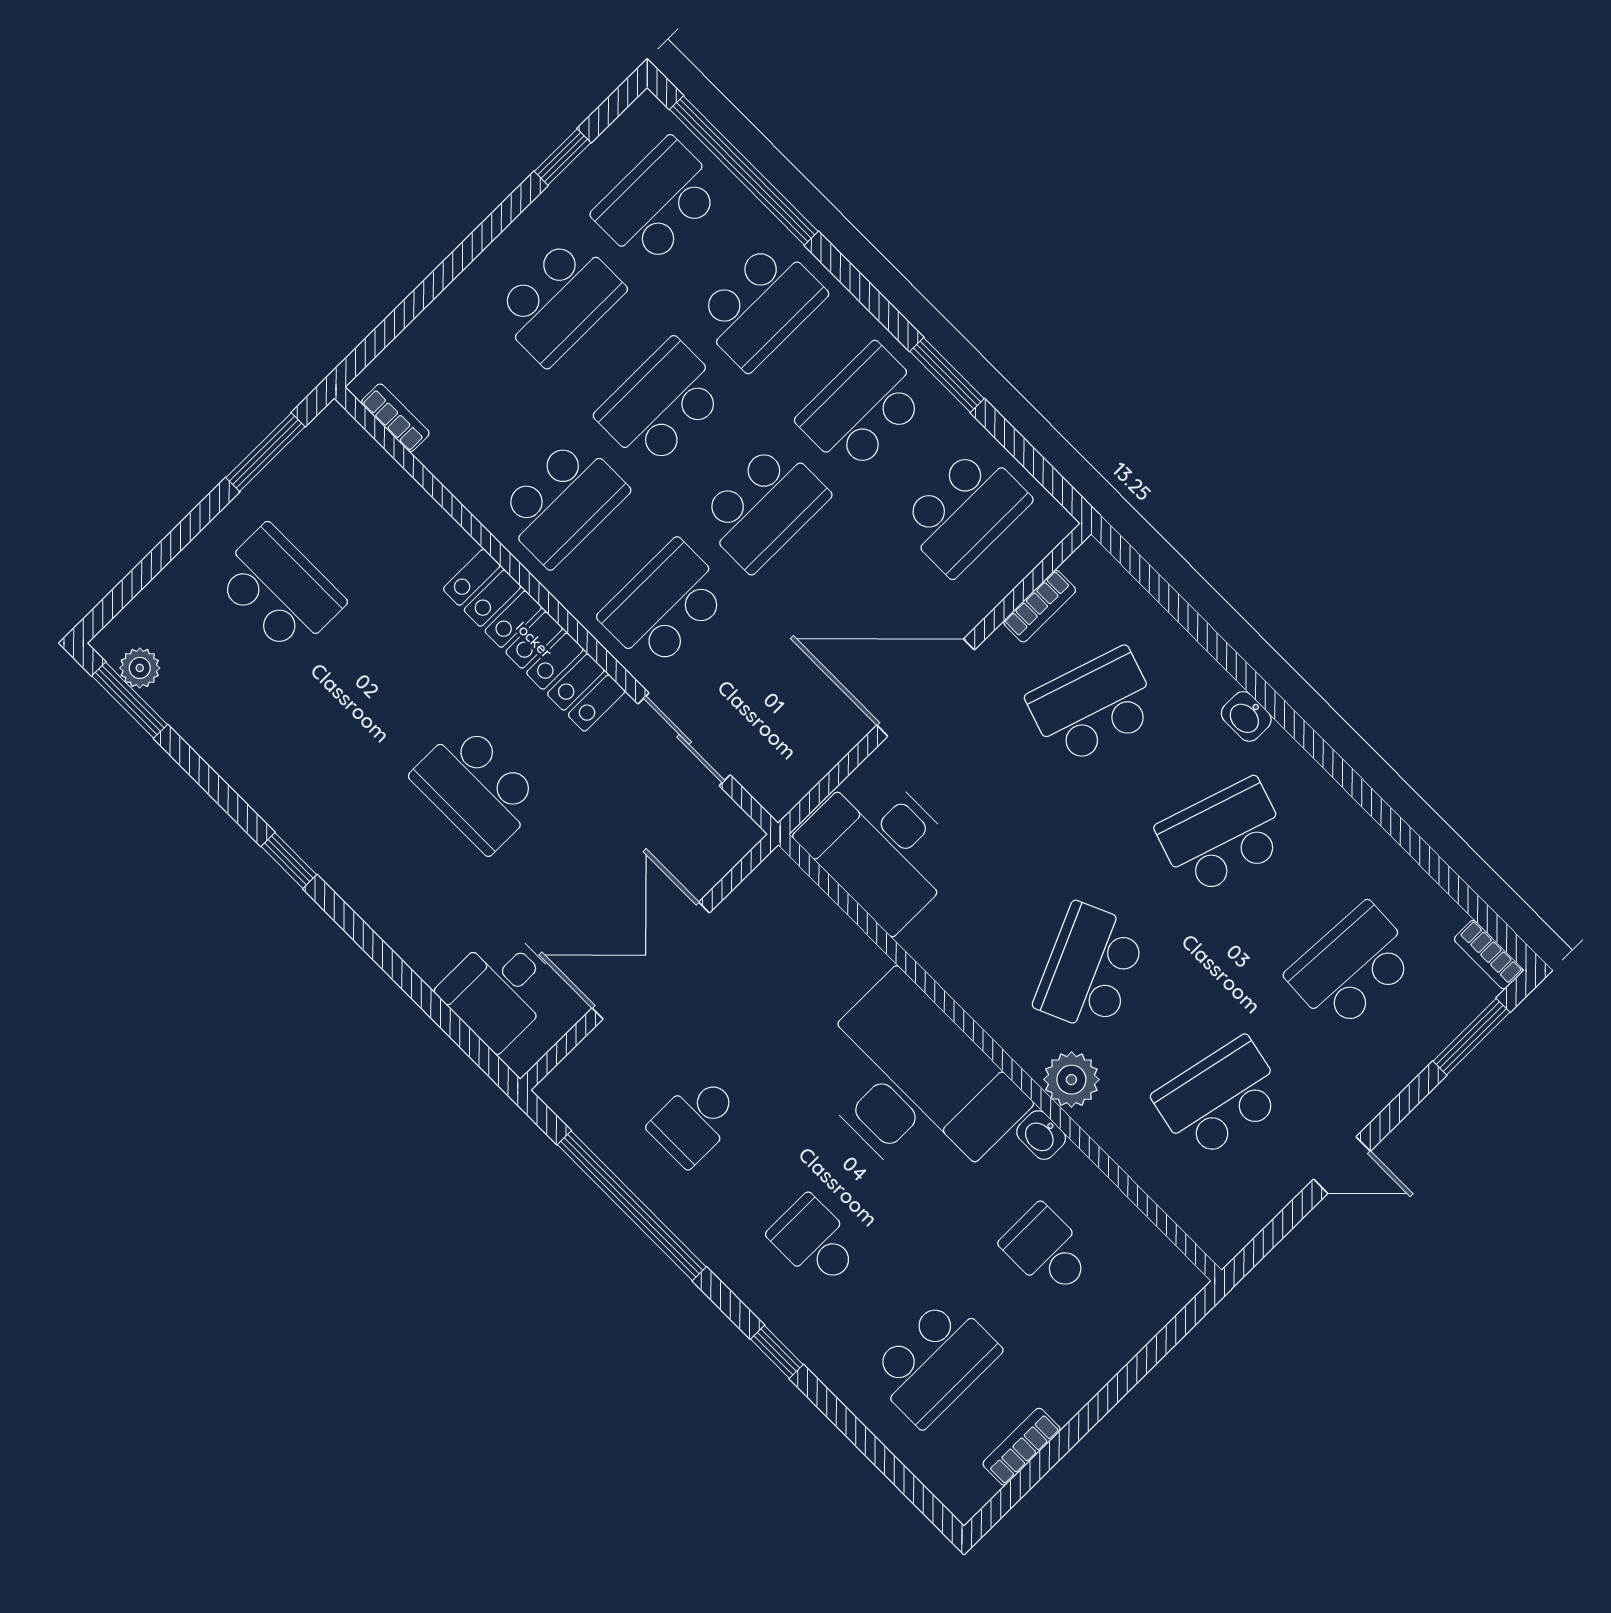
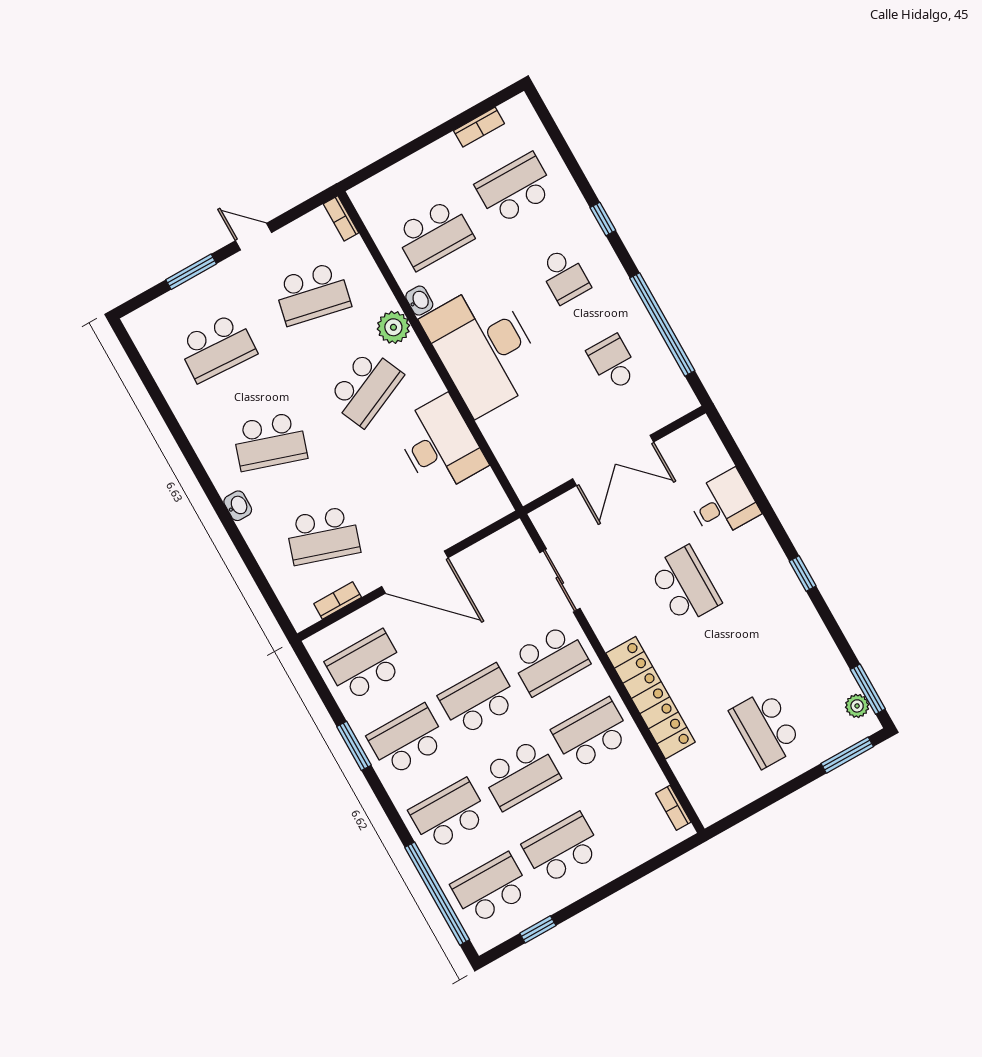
school desk: (658, 203) -> (491, 889), turned 180
school desk: (863, 409) -> (407, 740), turned 180
window: (265, 452) -> (847, 755), moved
locker: (534, 640) -> (650, 698), moved
desk: (882, 848) -> (440, 445), moved
bookcase: (1488, 955) -> (341, 218), moved, turned 180
desk: (500, 989) -> (724, 504), moved
window: (1471, 1037) -> (191, 272), moved
school desk: (695, 1121) -> (613, 363), turned -90
school desk: (1047, 1250) -> (434, 234), width x1.85

